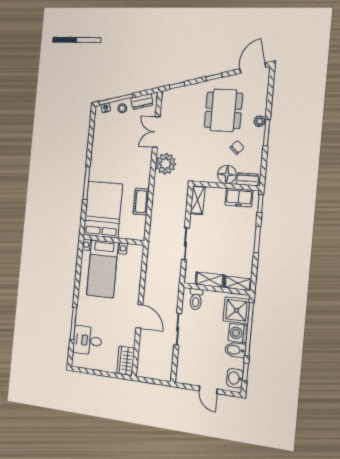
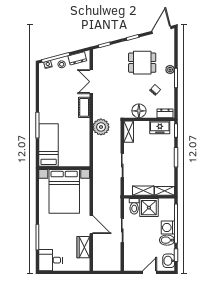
dining table: (223, 110) -> (142, 63), width x0.73
plant: (166, 164) -> (101, 127), moved
floor lamp: (227, 175) -> (139, 111), moved
cot: (141, 202) -> (84, 107), moved
bed: (103, 210) -> (49, 145), width x0.67
bed with nightstands: (102, 269) -> (64, 191), width x1.36
shower: (236, 310) -> (149, 208), moved
desk: (87, 340) -> (51, 260), moved
wardrobe: (126, 361) -> (83, 247), moved
door: (208, 390) -> (150, 272), swing flipped

